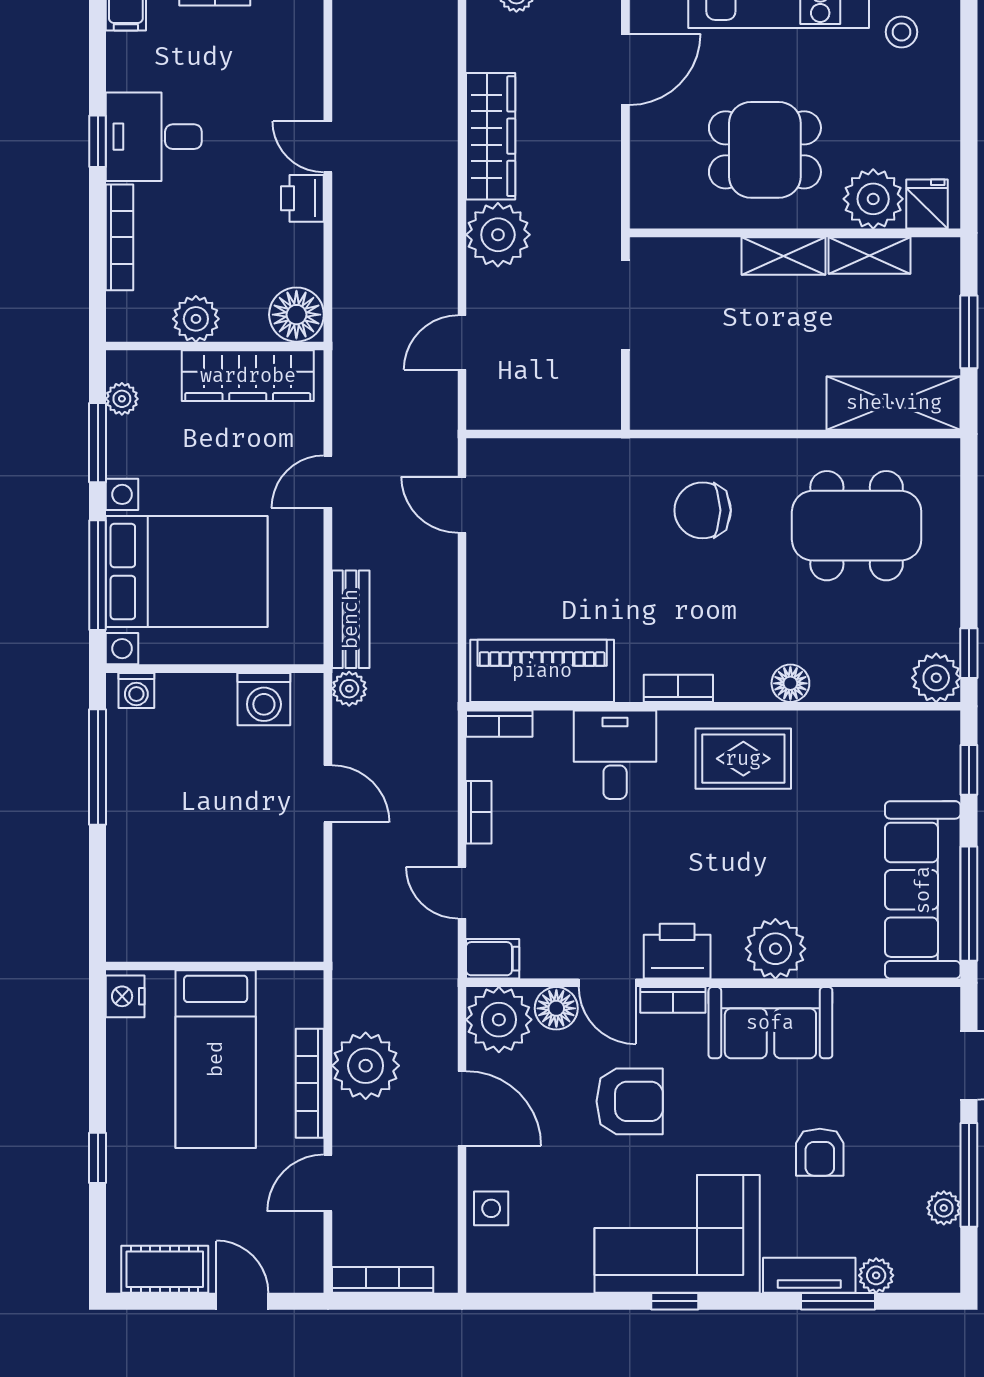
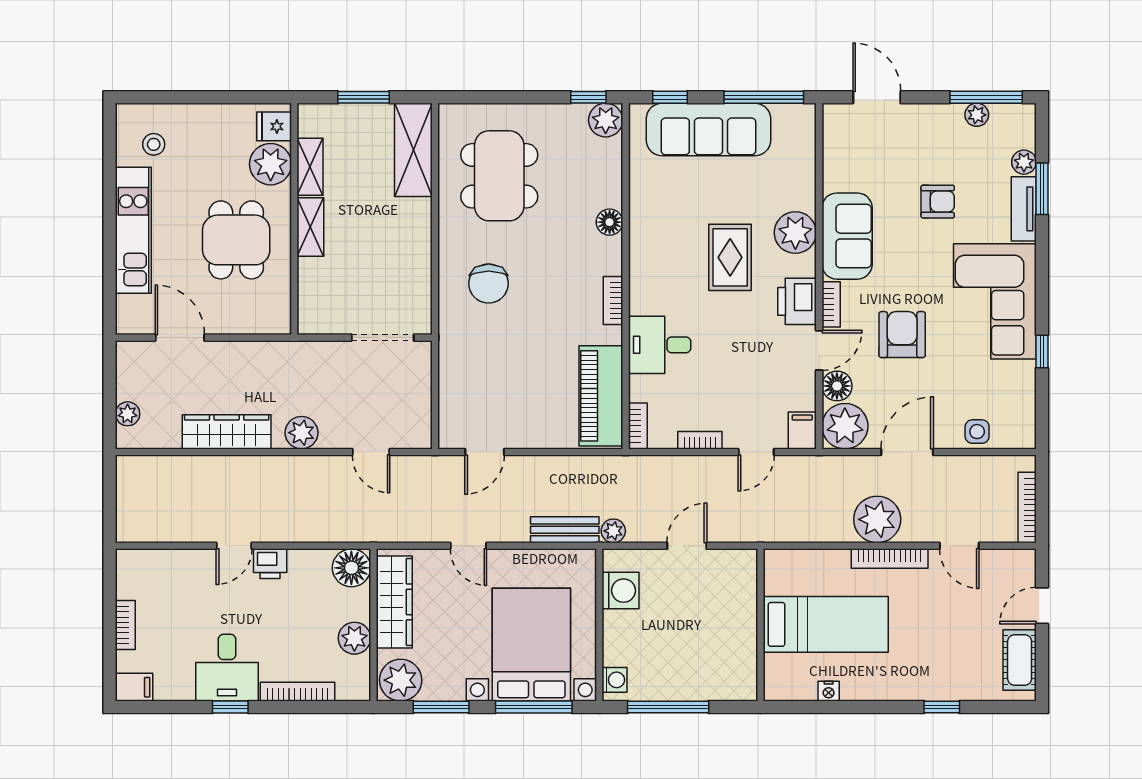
plant: (498, 235) -> (302, 433), width x0.73, depth x0.73
doorway: (625, 305) -> (383, 338), moved
plant: (122, 399) -> (401, 680), width x1.88, depth x1.88
rug: (743, 759) -> (730, 257), moved
sofa: (923, 890) -> (708, 129), moved
wall: (215, 966) -> (760, 625), moved
nightstand: (125, 996) -> (829, 691), width x0.72, depth x0.74
bed: (216, 1059) -> (826, 624), moved
window: (969, 1175) -> (986, 97), moved
window: (675, 1301) -> (1042, 351), moved

